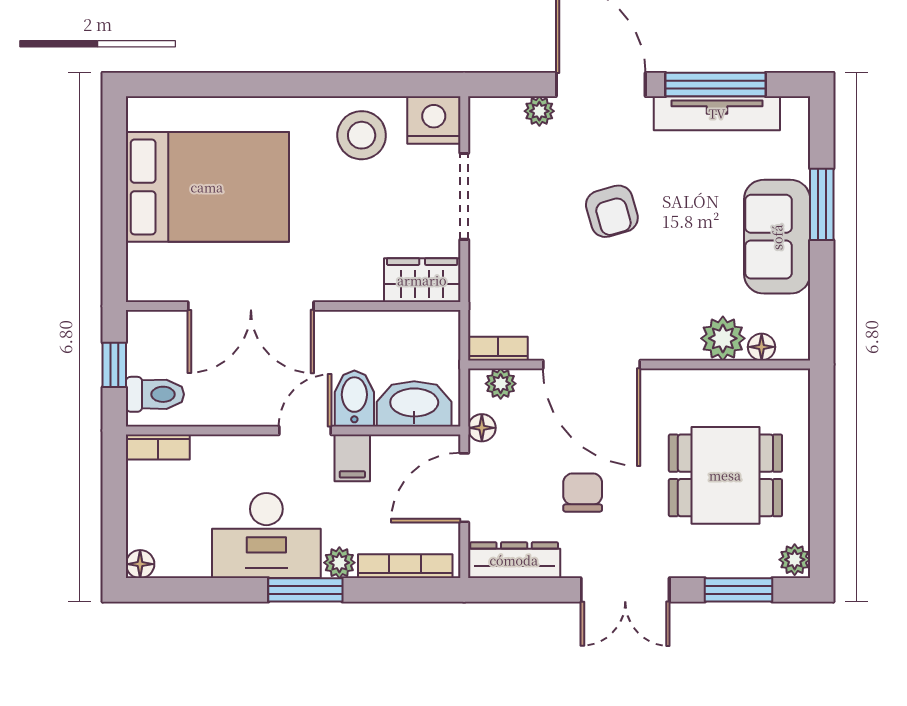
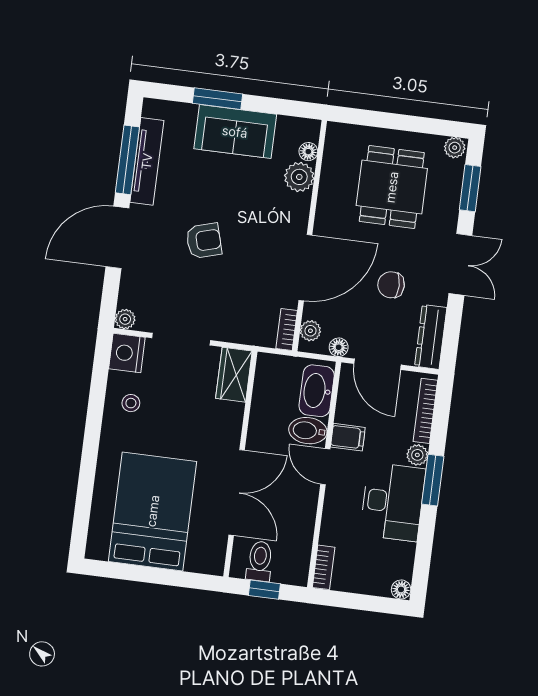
plant: (539, 111) -> (125, 319), moved
stool: (362, 135) -> (131, 403), width x0.53, depth x0.53
toilet: (155, 394) -> (260, 561), moved

